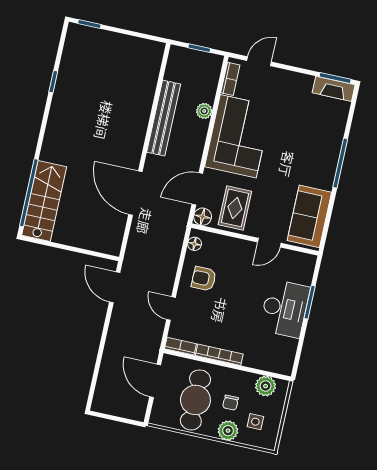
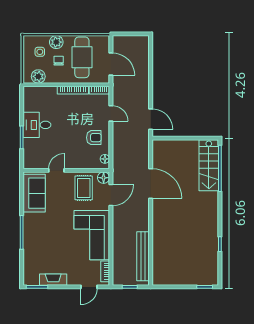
fireplace: (334, 89) -> (53, 280), moved
plant: (204, 111) -> (118, 247), removed
bench: (164, 118) -> (143, 256), moved
desk: (285, 308) -> (37, 125), width x0.73

